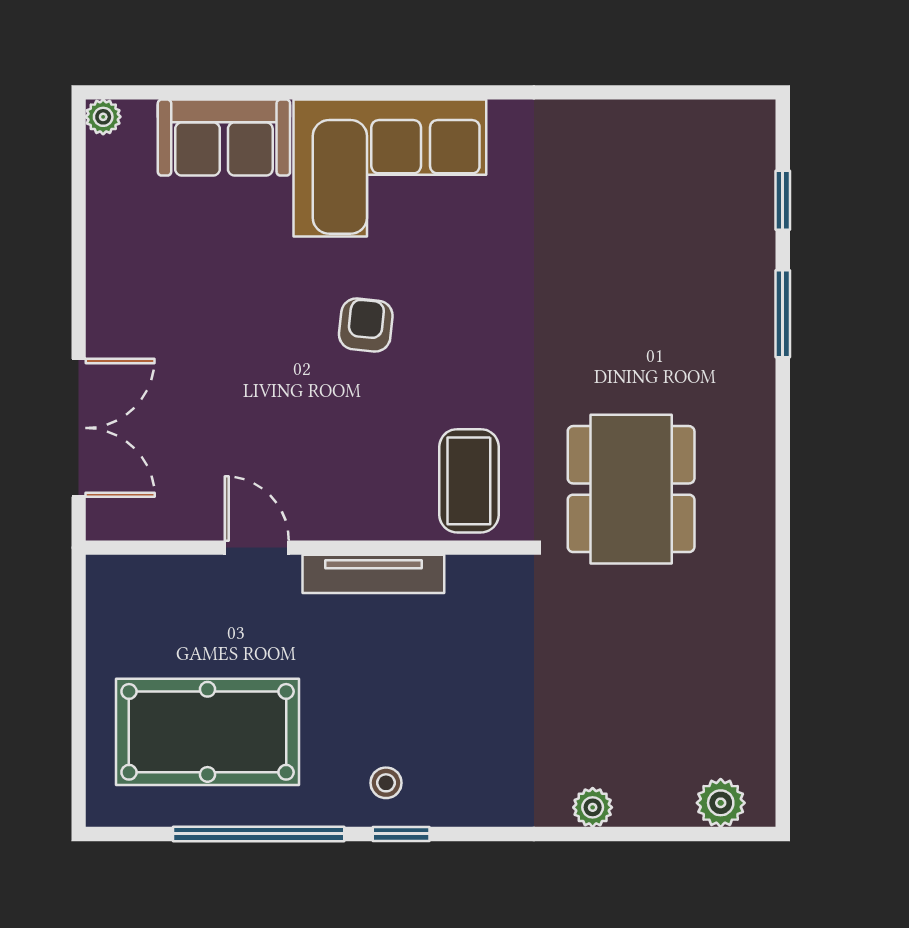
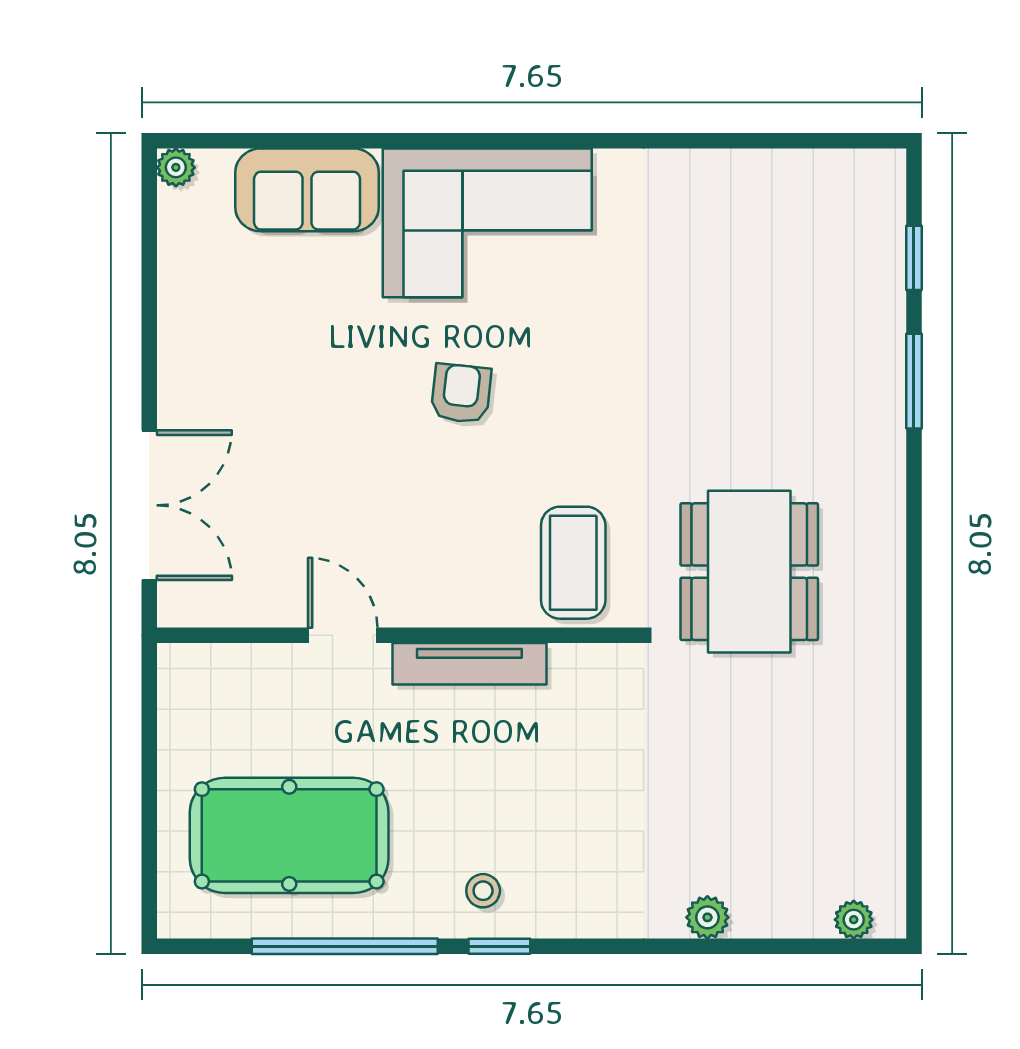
plant: (721, 803) -> (854, 920), width x0.73, depth x0.73

